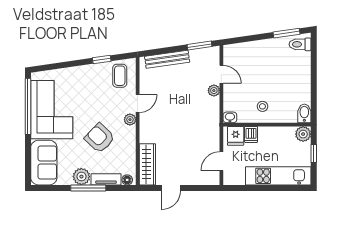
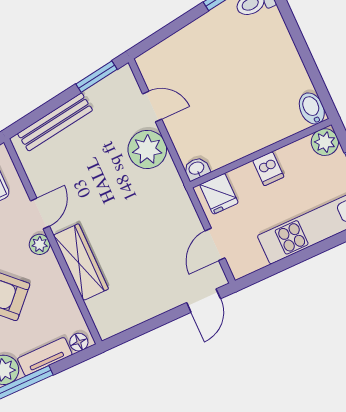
plant: (214, 91) -> (147, 149), width x1.88, depth x1.88
stool: (262, 106) -> (240, 128), removed
dishwasher: (251, 134) -> (268, 169), moved
wardrobe: (147, 164) -> (81, 262), moved
door: (171, 188) -> (204, 301), moved

